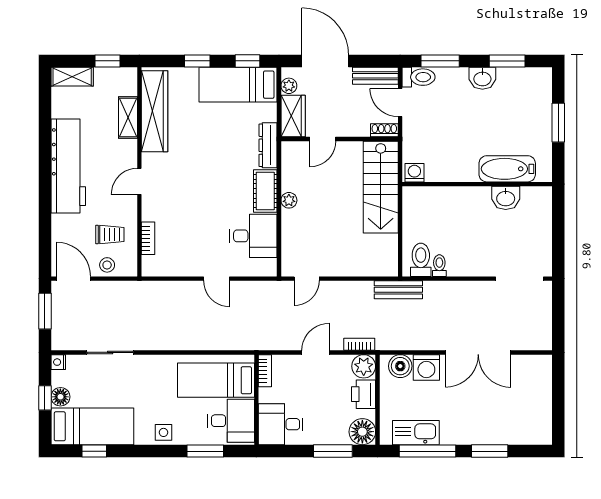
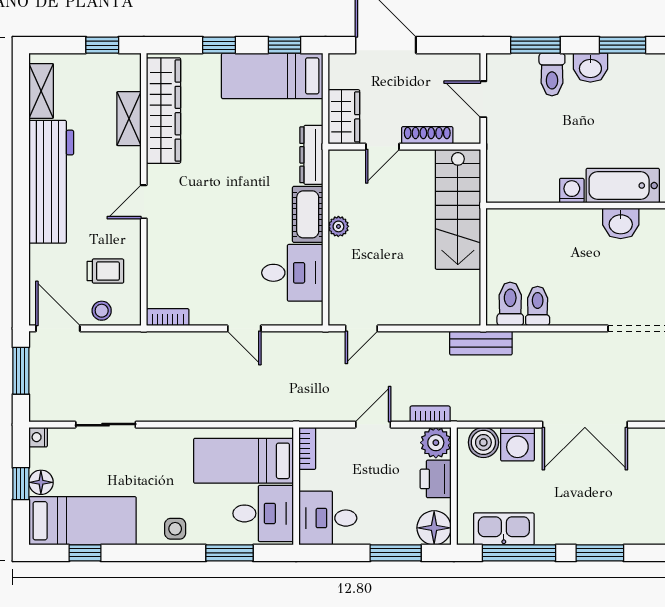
bench: (375, 76) -> (451, 64), removed
shelving: (72, 77) -> (41, 91), moved, turned 90
toilet: (419, 77) -> (552, 74), moved, turned 90
plant: (289, 86) -> (338, 77), removed
shoe rack: (384, 130) -> (427, 135), moved, width x1.43
washing machine: (414, 173) -> (572, 191), moved
bookcase: (148, 238) -> (168, 317), moved, turned -90
toilet: (439, 266) -> (538, 306), width x1.37, depth x1.39

